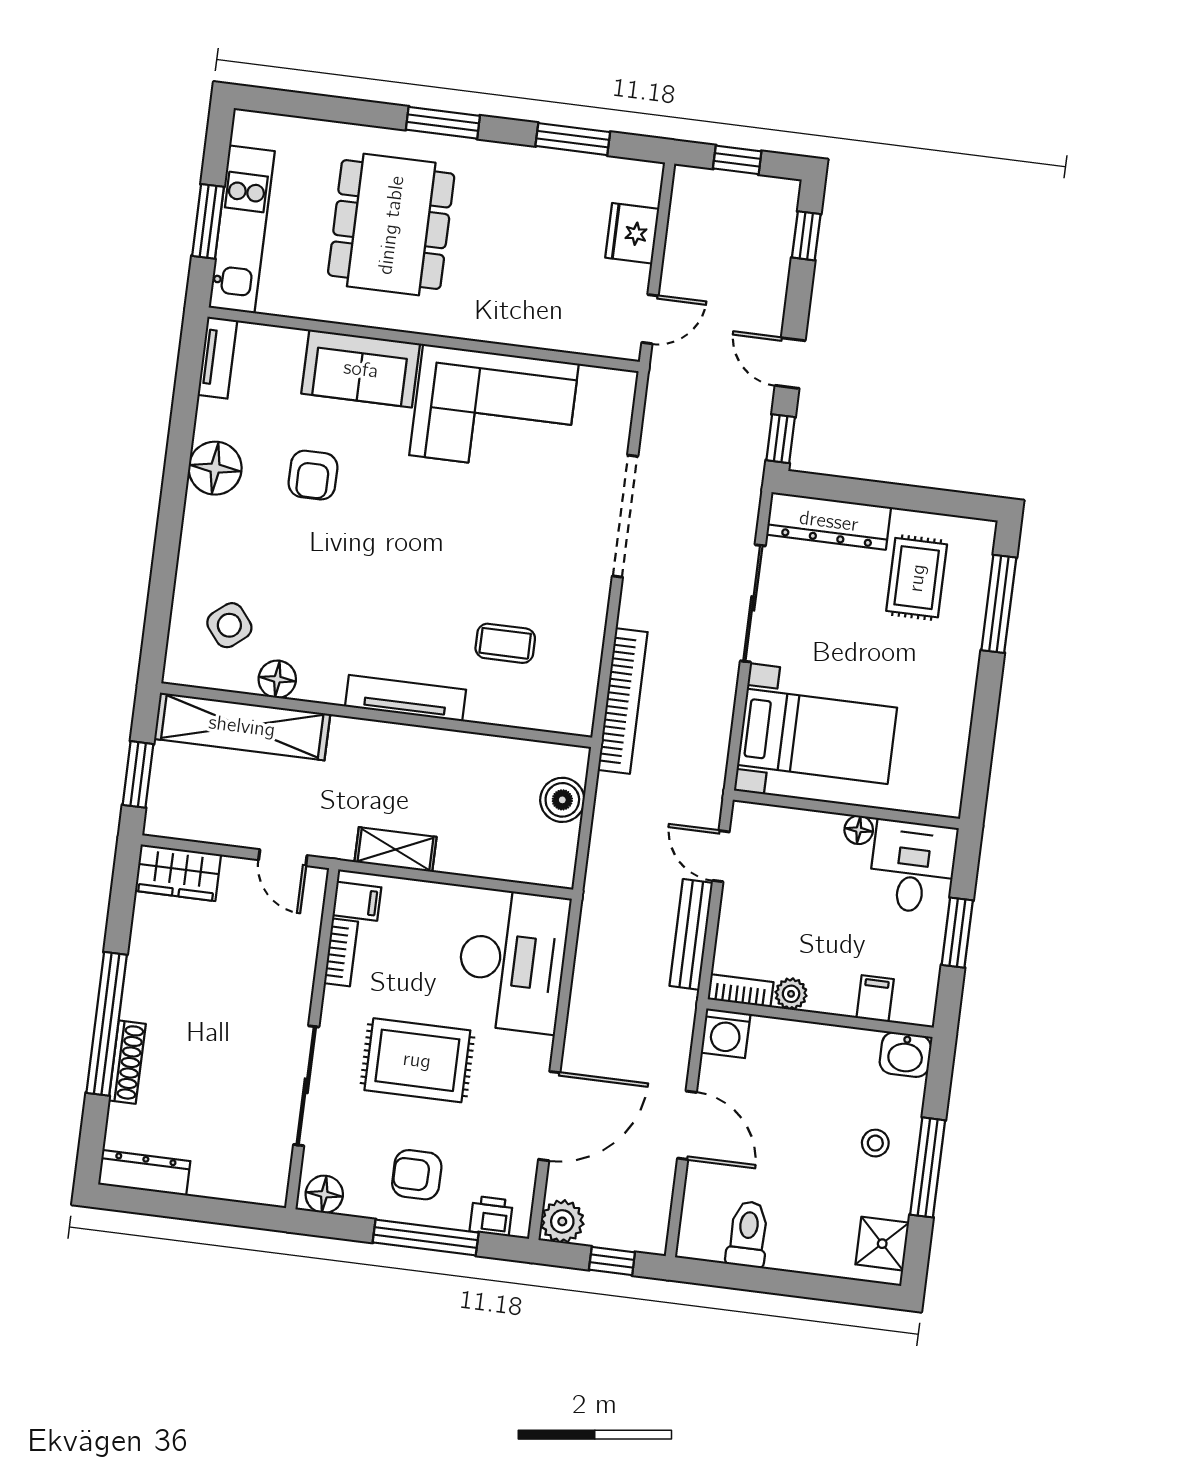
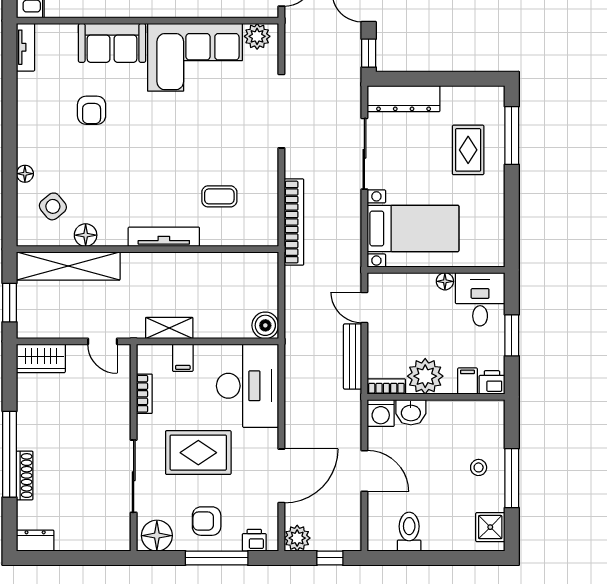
plant: (601, 388) -> (257, 36), added
floor lamp: (215, 468) -> (25, 174), moved, width x0.53, depth x0.53
rug: (917, 578) -> (468, 150), moved
boiler: (562, 800) -> (265, 325), moved
filing cabinet: (357, 901) -> (183, 358), moved, turned 90
plant: (791, 994) -> (425, 376), width x1.87, depth x1.87
printer: (915, 1006) -> (492, 382), added
washbasin: (905, 1055) -> (411, 412), moved
dresser: (144, 1173) -> (35, 541), width x0.70
floor lamp: (324, 1194) -> (157, 536), width x1.38, depth x1.38

